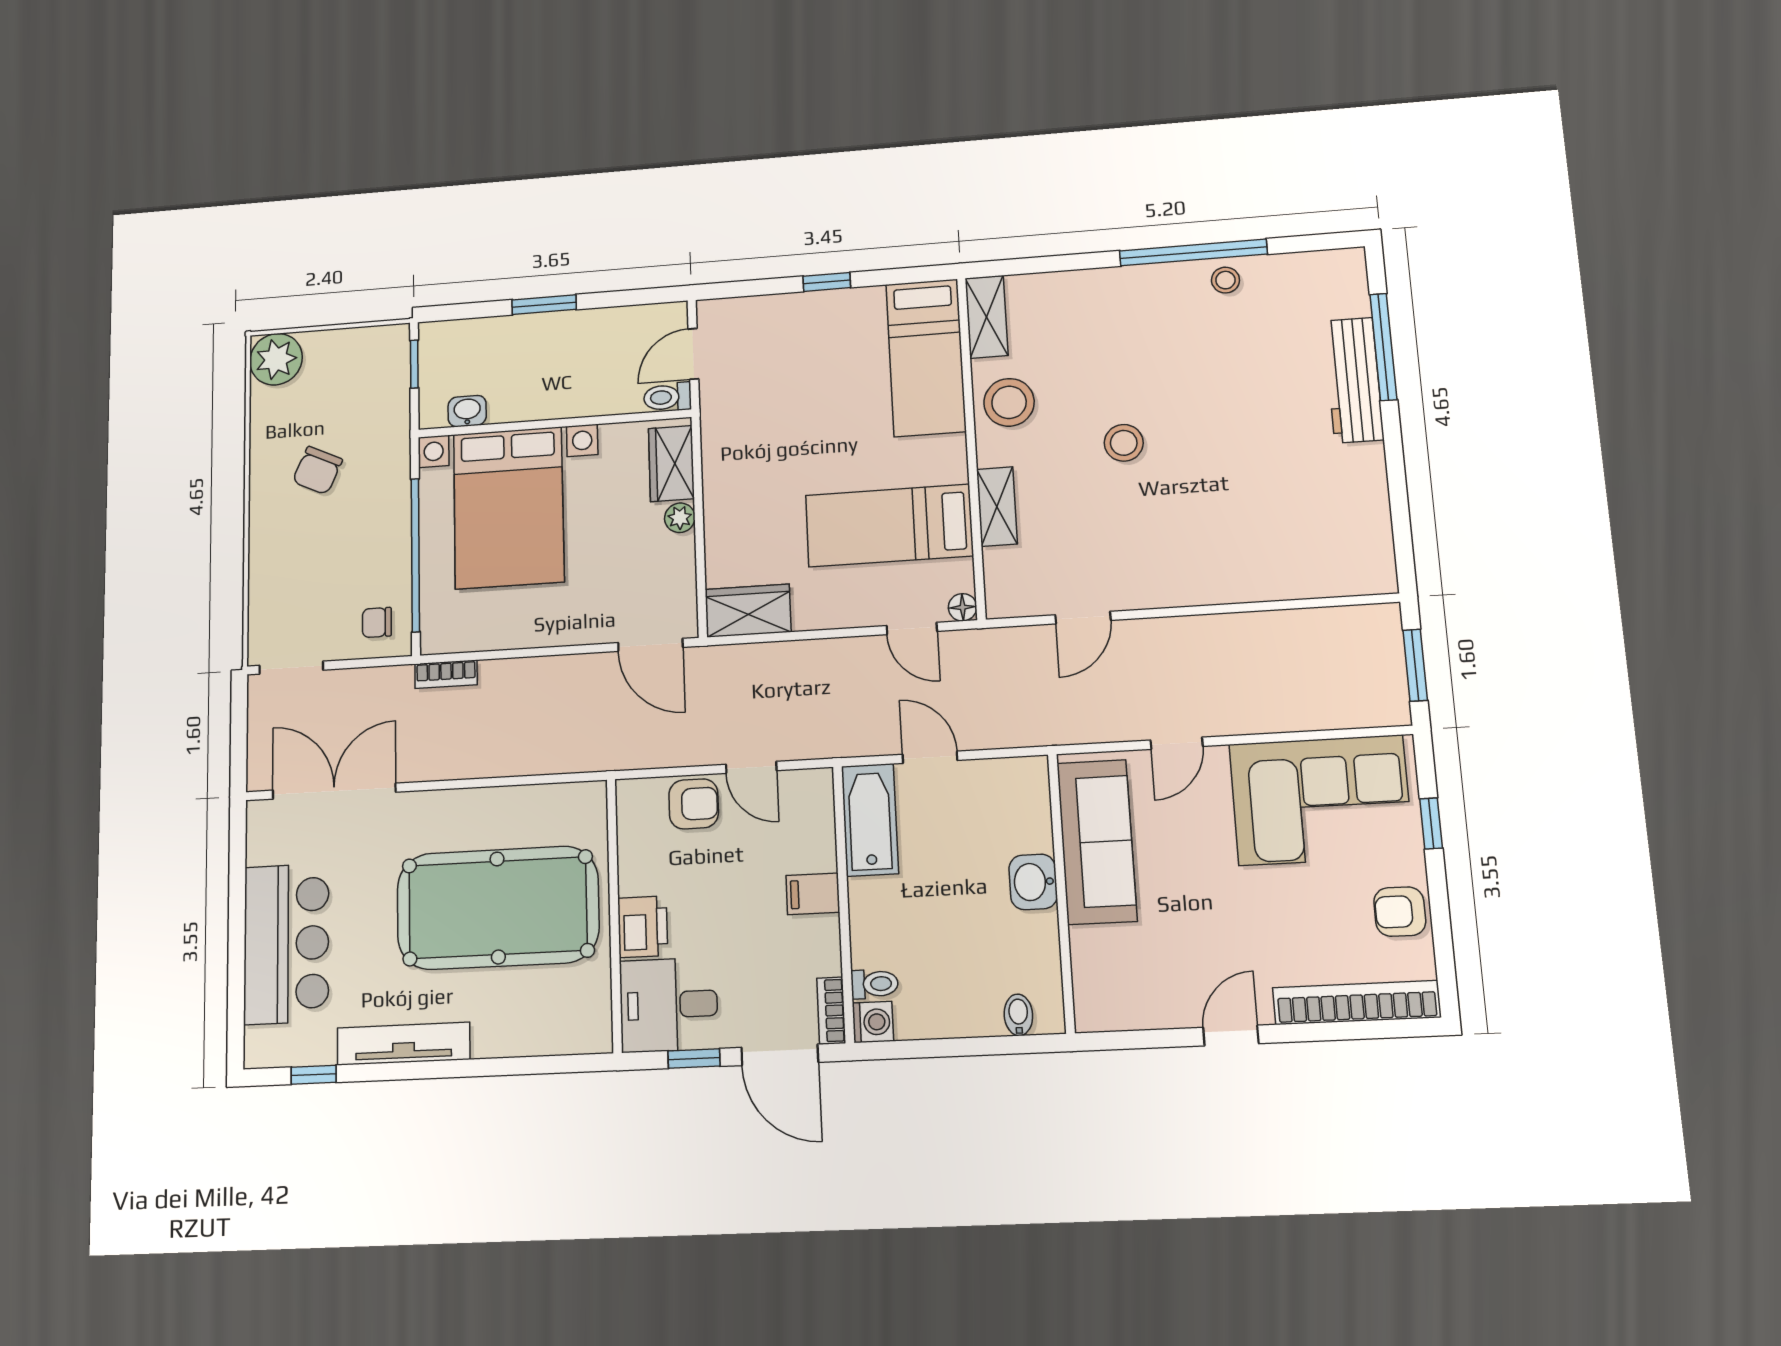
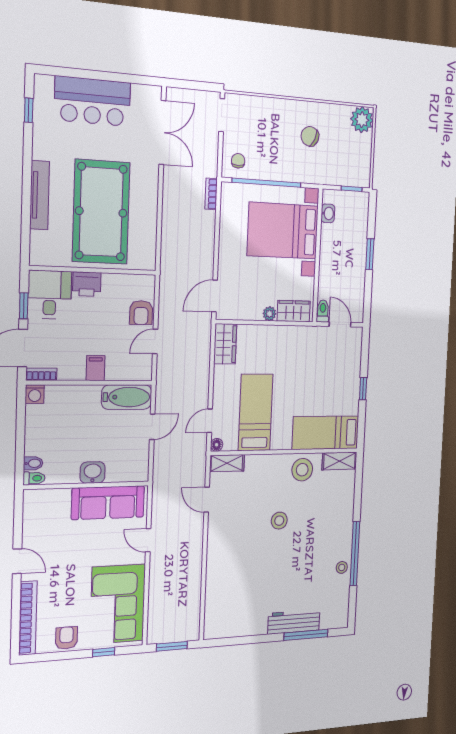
shelving: (997, 507) -> (227, 463), moved
toilet: (875, 984) -> (34, 478), moved, turned -90
tv unit: (403, 1044) -> (40, 195), moved

